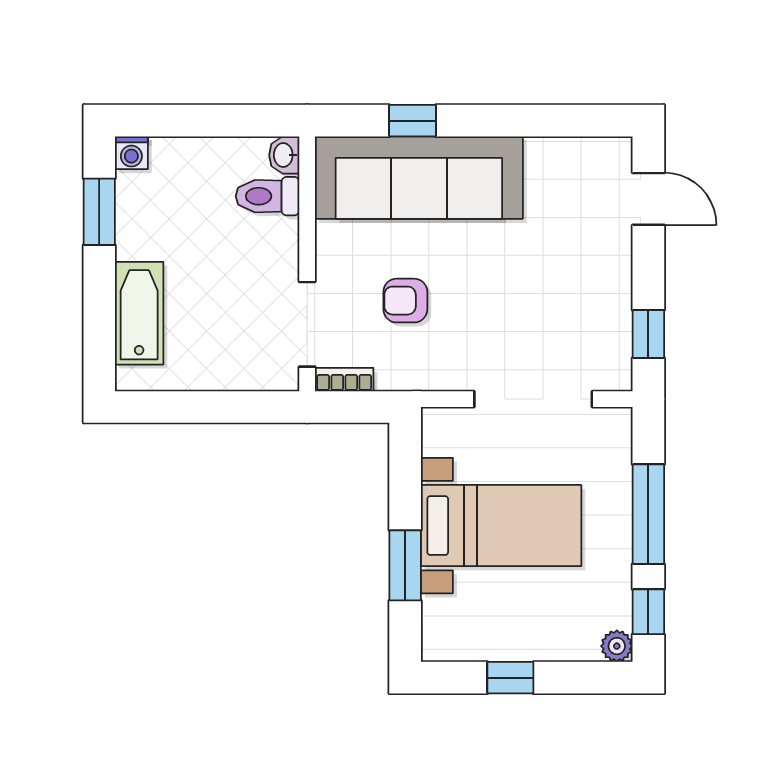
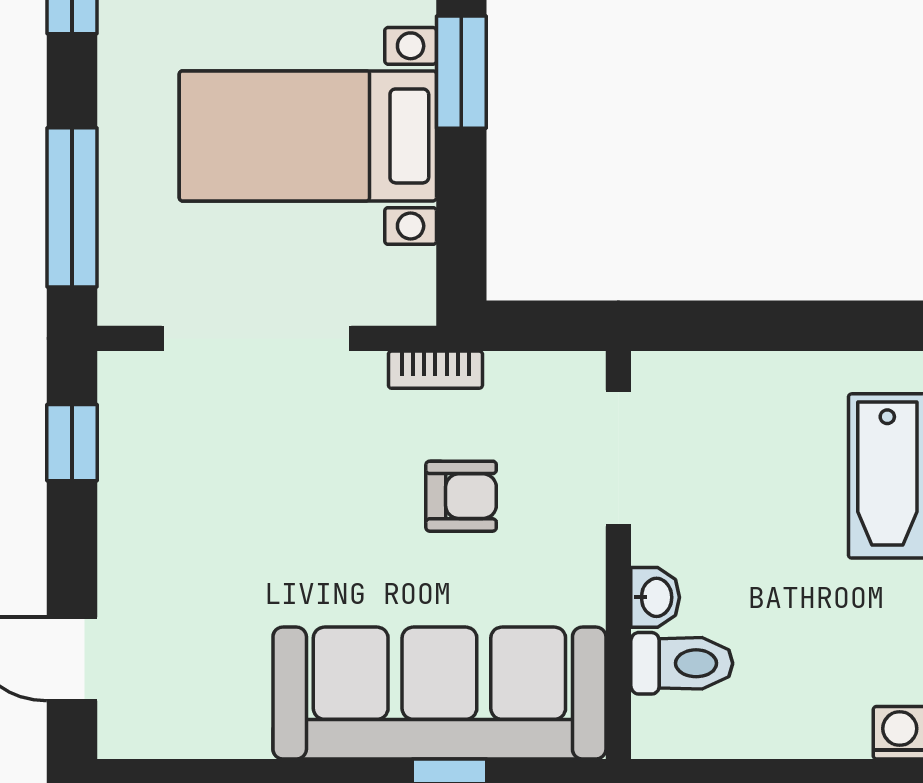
washbasin: (284, 155) -> (655, 597), moved
bookcase: (344, 380) -> (435, 370), moved
window: (648, 514) -> (72, 207), moved

